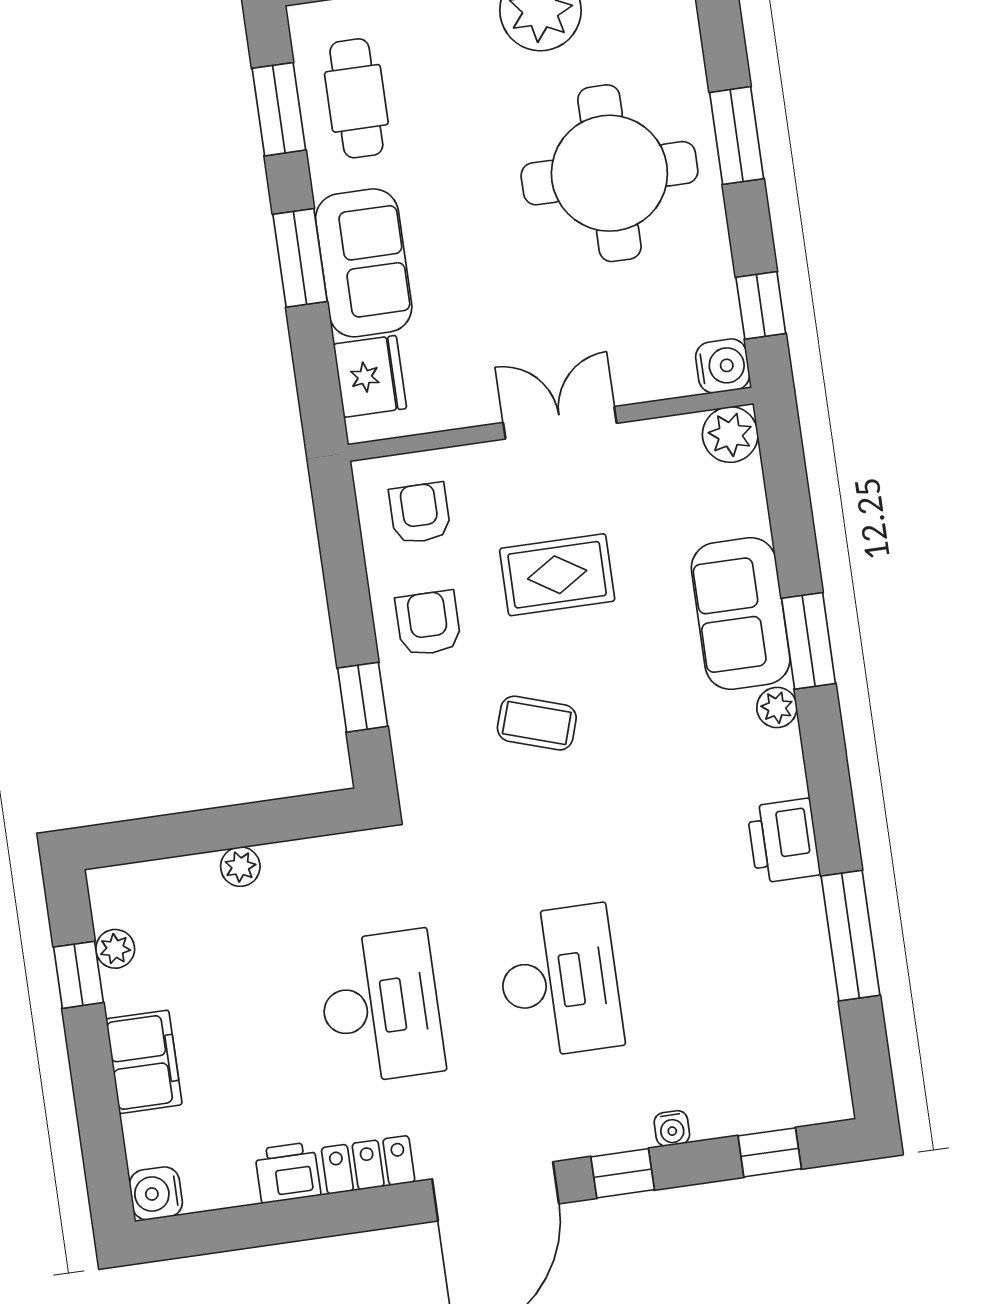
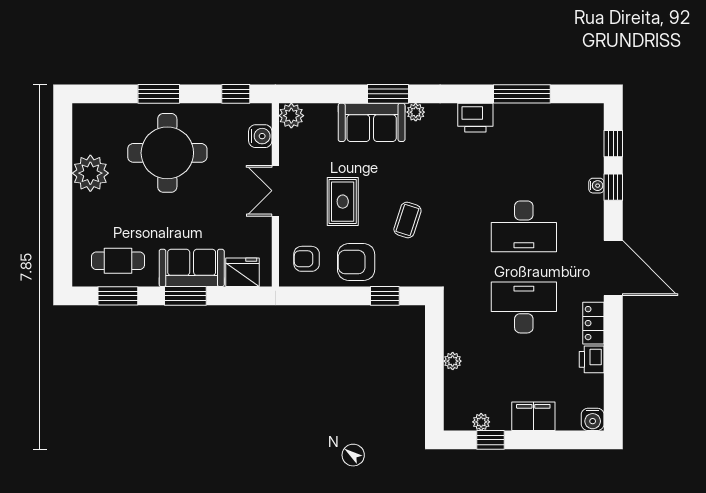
water cooler: (723, 366) -> (260, 136), moved, turned 90
armchair: (428, 623) -> (356, 262), width x1.38, depth x1.38
desk: (559, 981) -> (524, 226), turned 180
window: (623, 1173) -> (613, 187), moved

